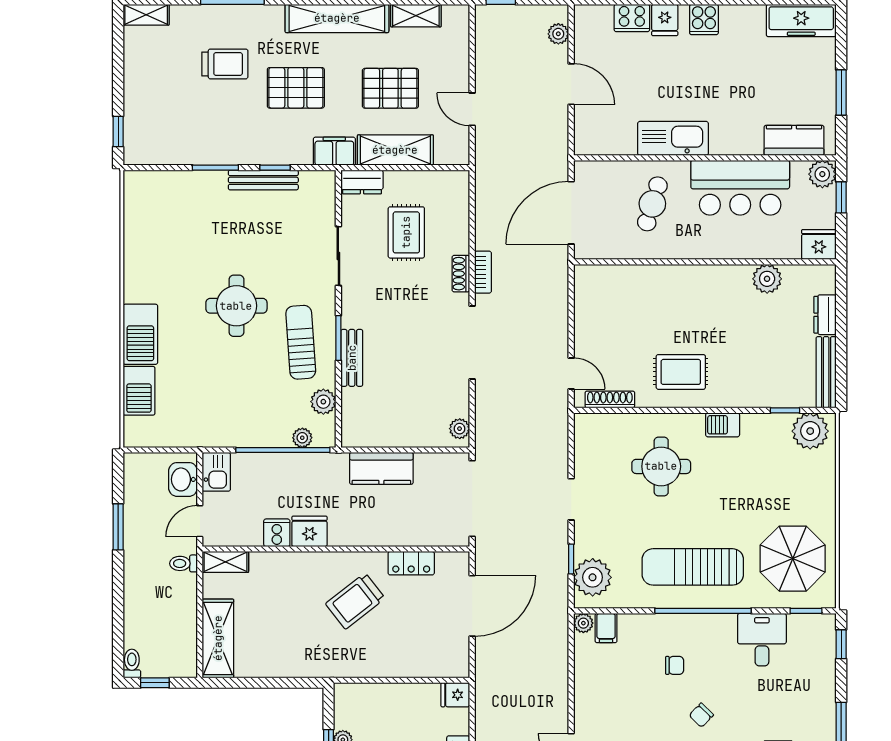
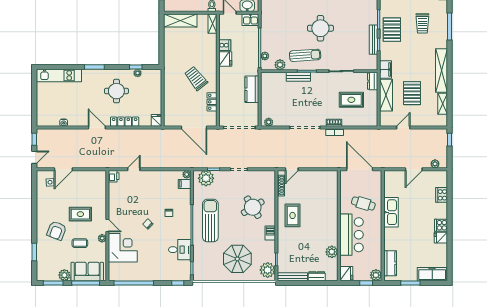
fridge: (665, 20) -> (441, 238), moved
freezer: (801, 21) -> (432, 274), moved, turned 90
pallet: (296, 88) -> (392, 30), moved
bar counter: (740, 188) -> (352, 235), moved, turned 180
round table: (661, 466) -> (253, 207), turned -32
parasol: (793, 559) -> (237, 259), moved

